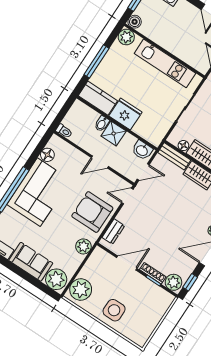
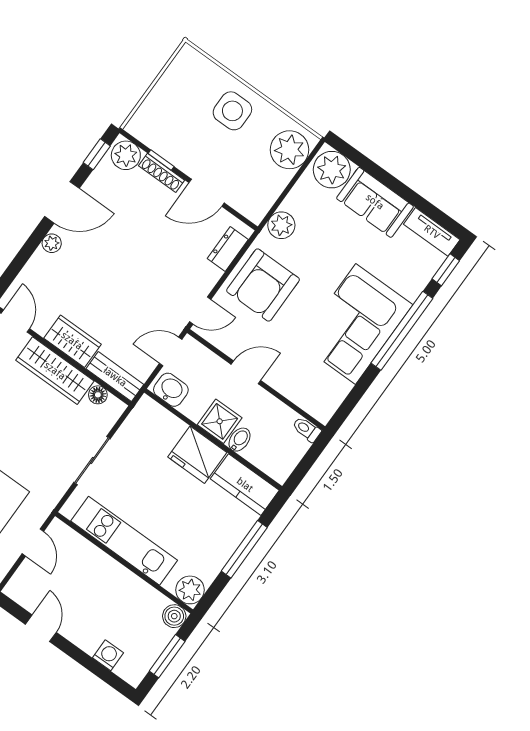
floor lamp: (47, 155) -> (338, 389), removed
armchair: (92, 212) -> (263, 285), turned 90

